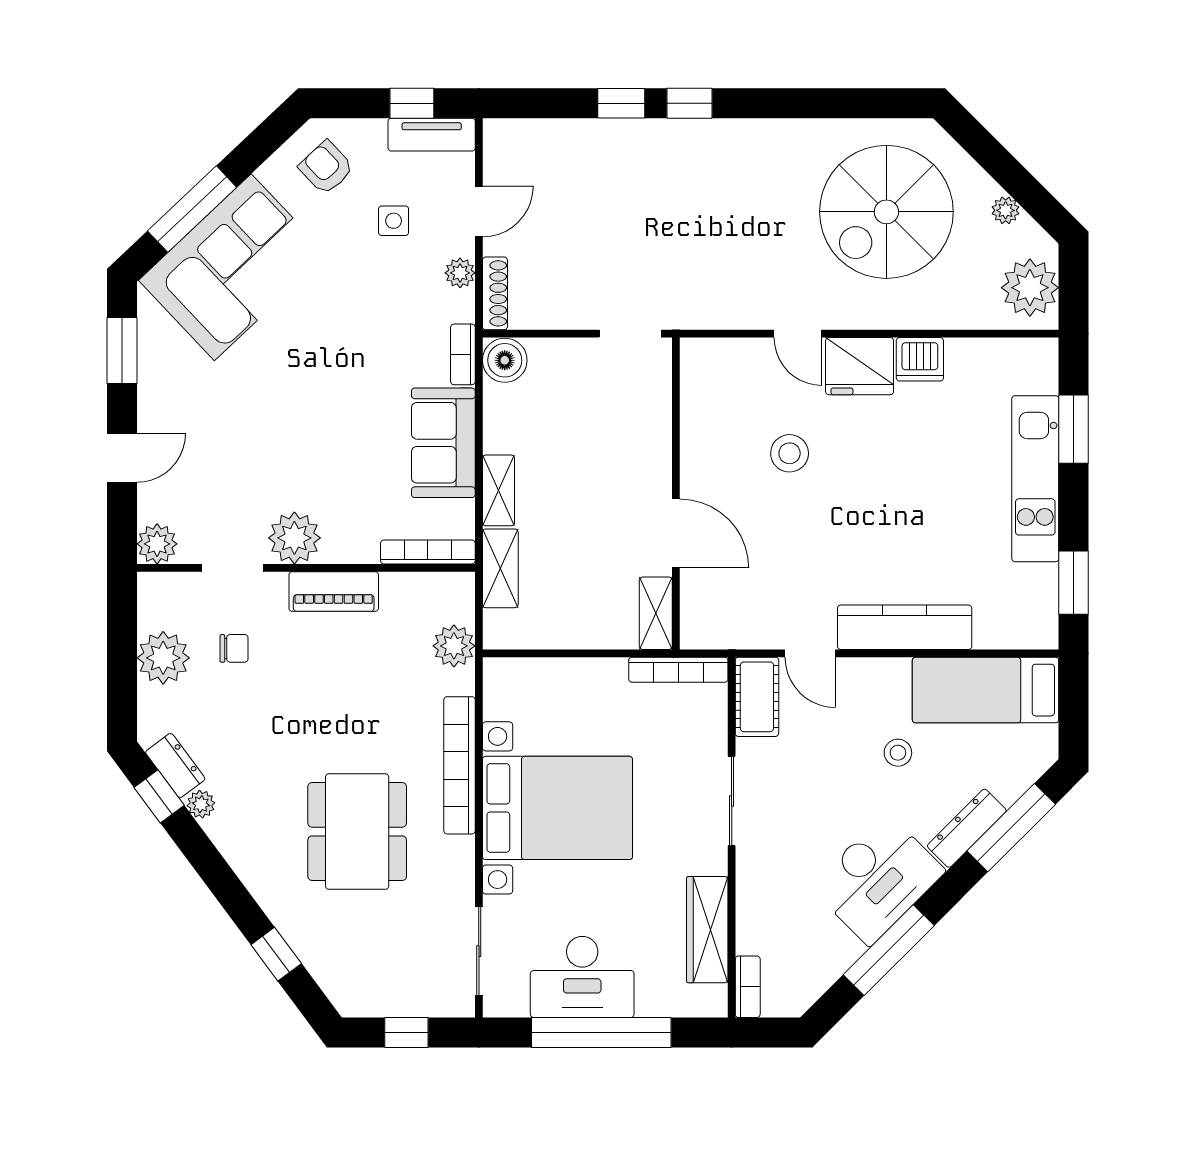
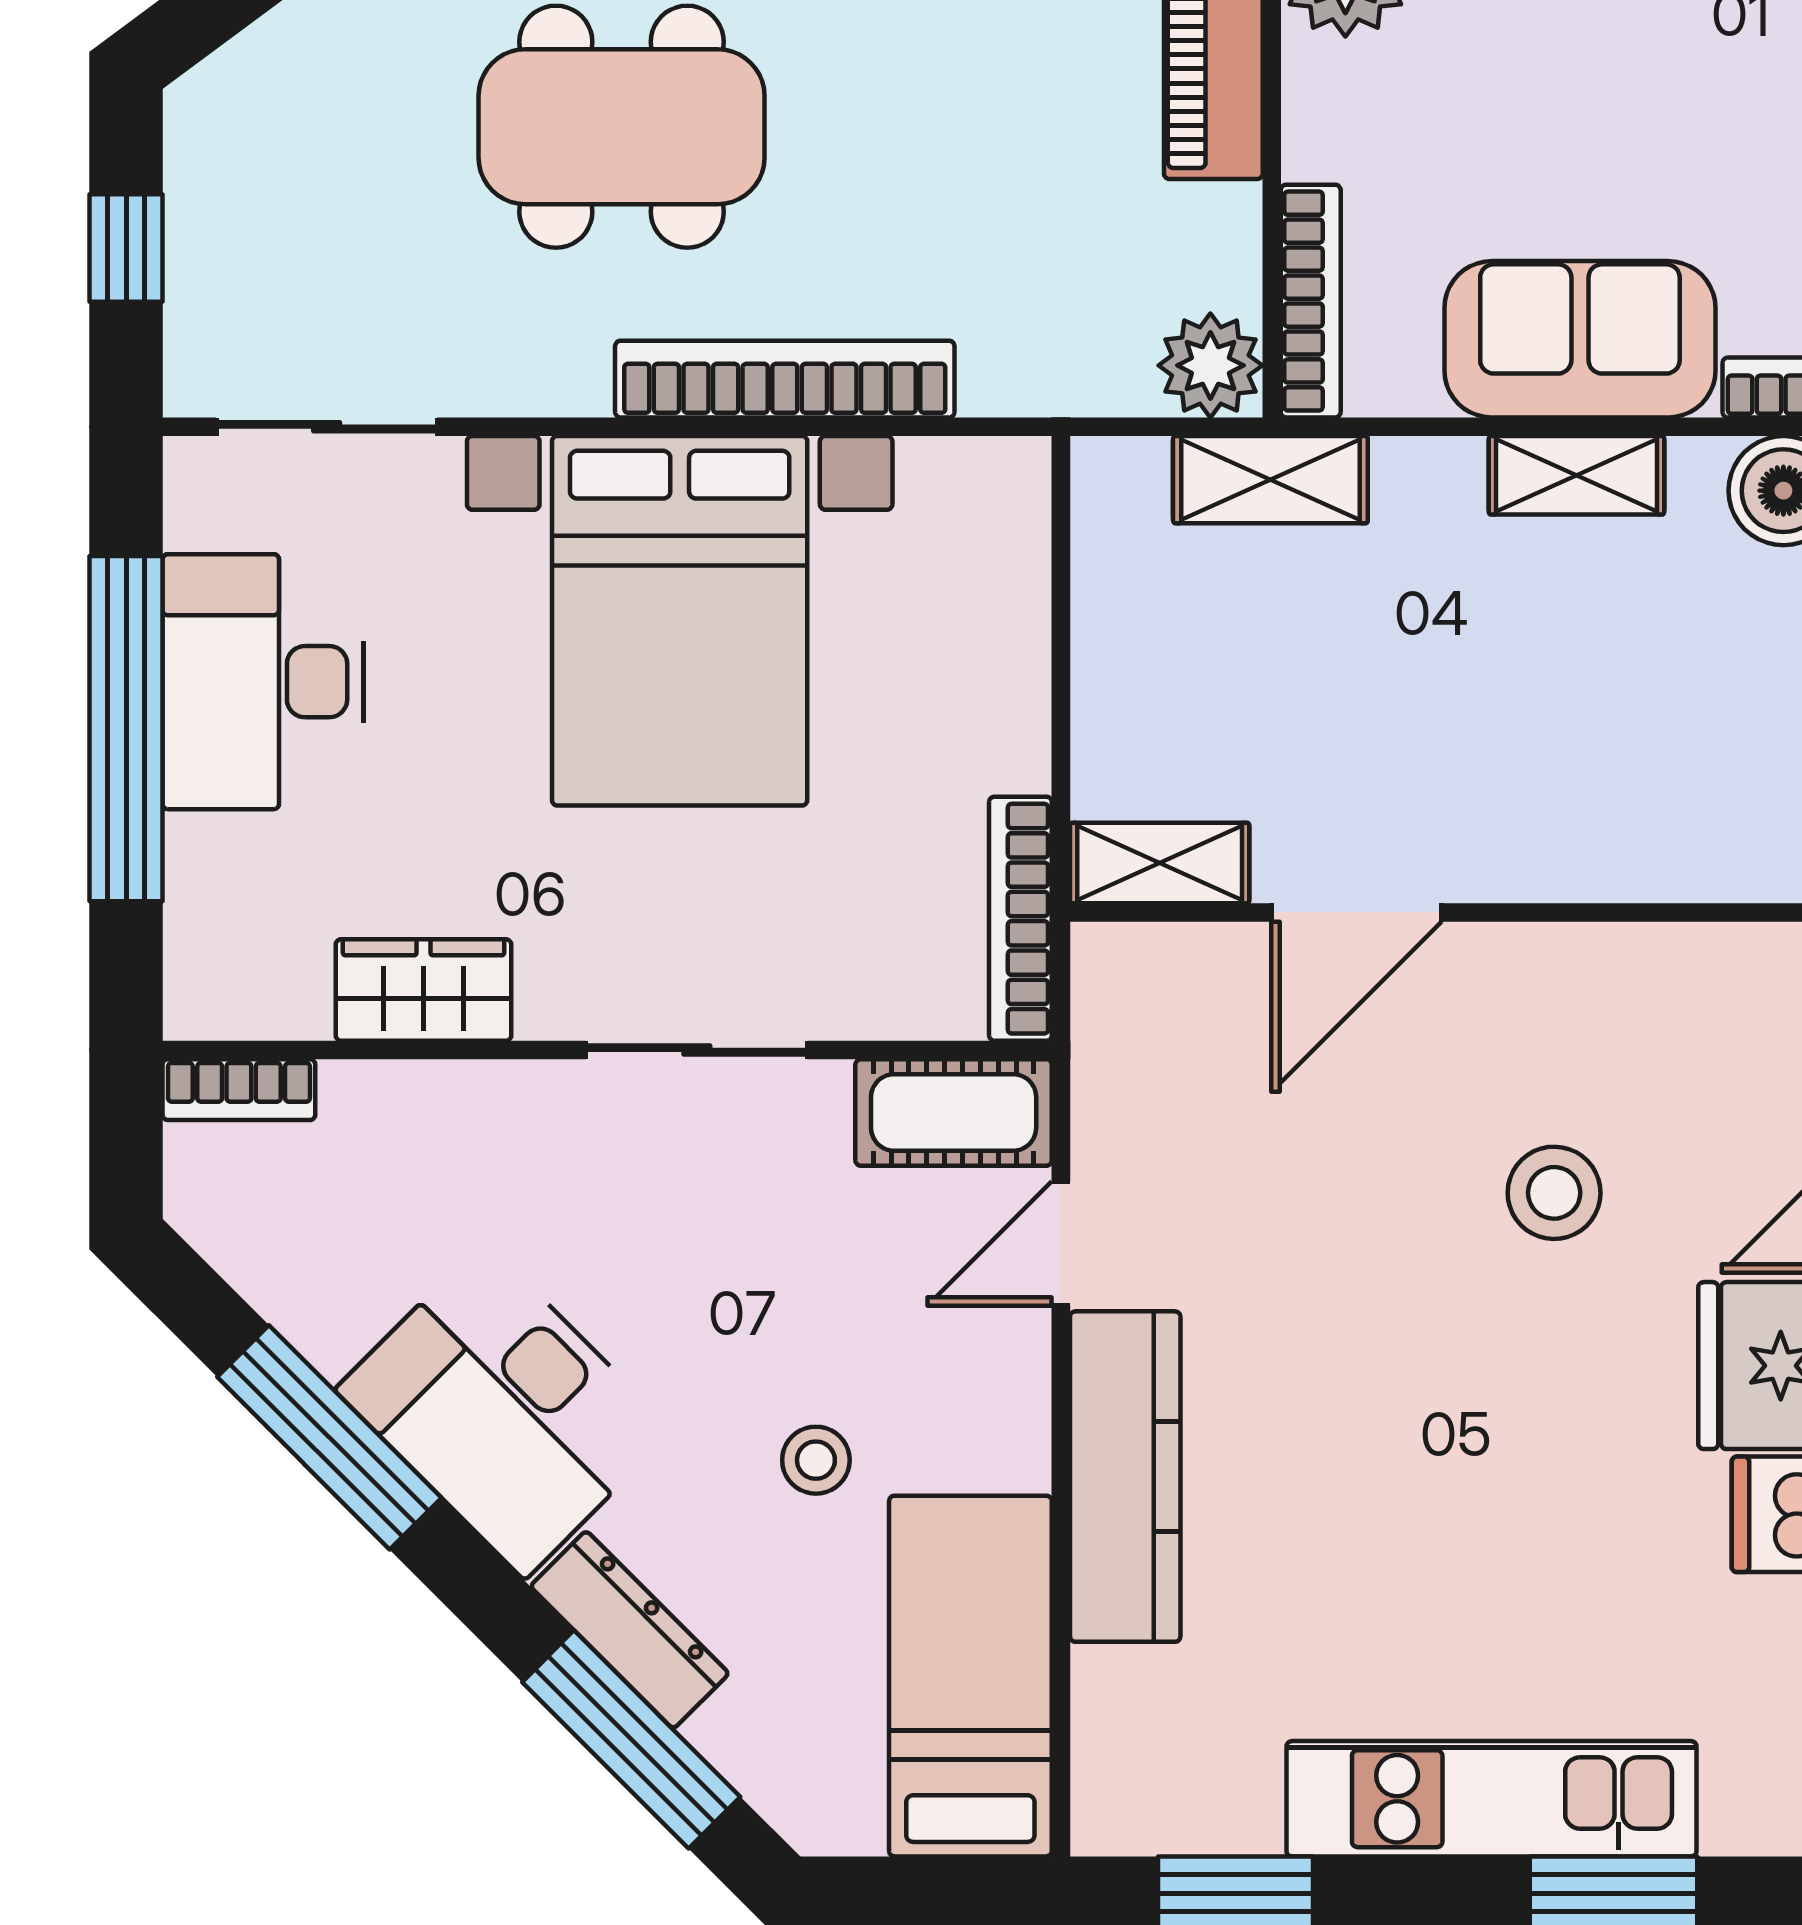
shelving: (498, 490) -> (1576, 475), moved
plant: (454, 646) -> (1210, 365), moved
wardrobe: (707, 930) -> (423, 990), width x0.67

